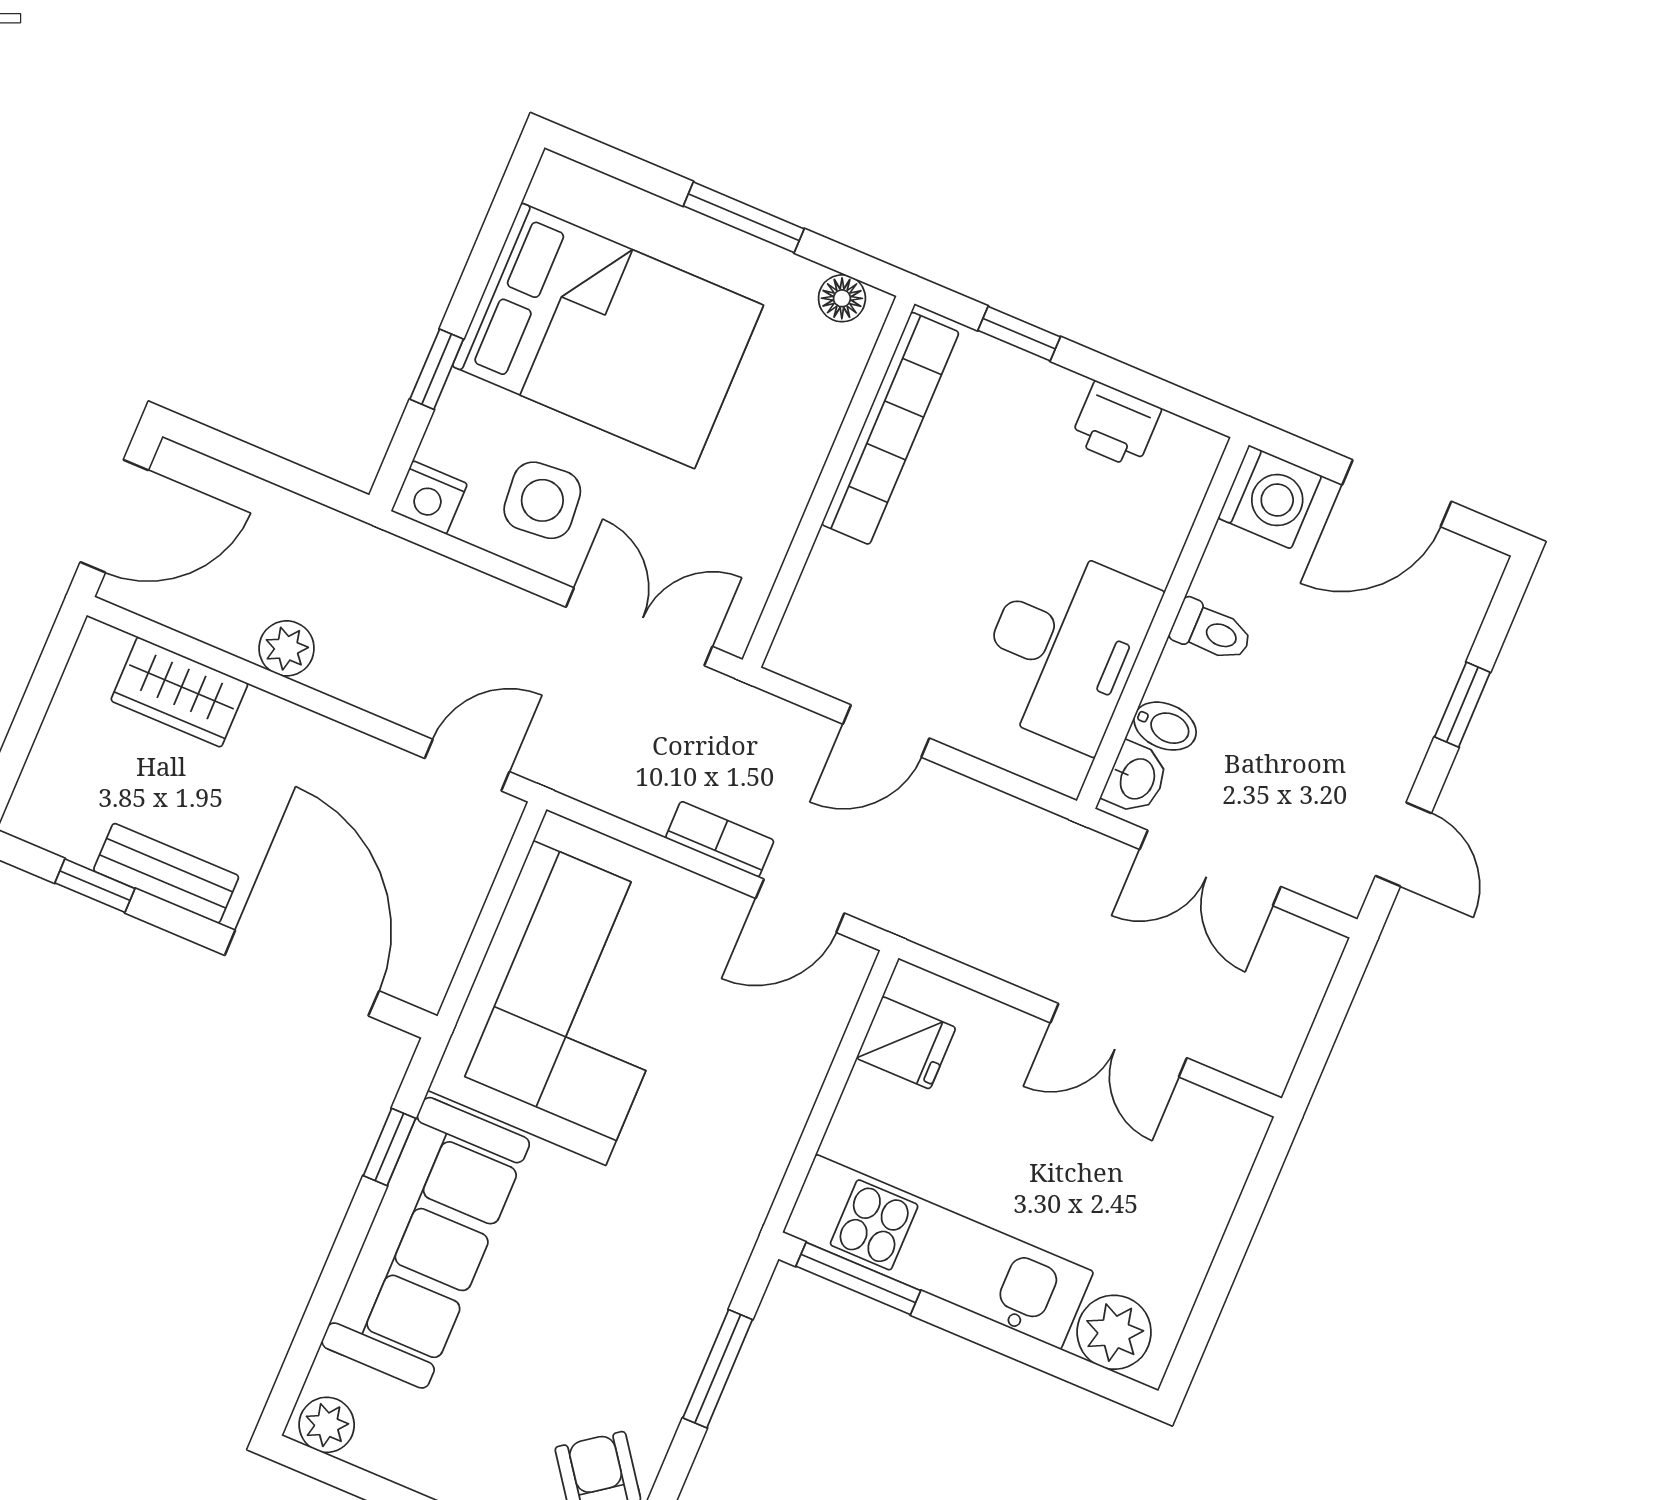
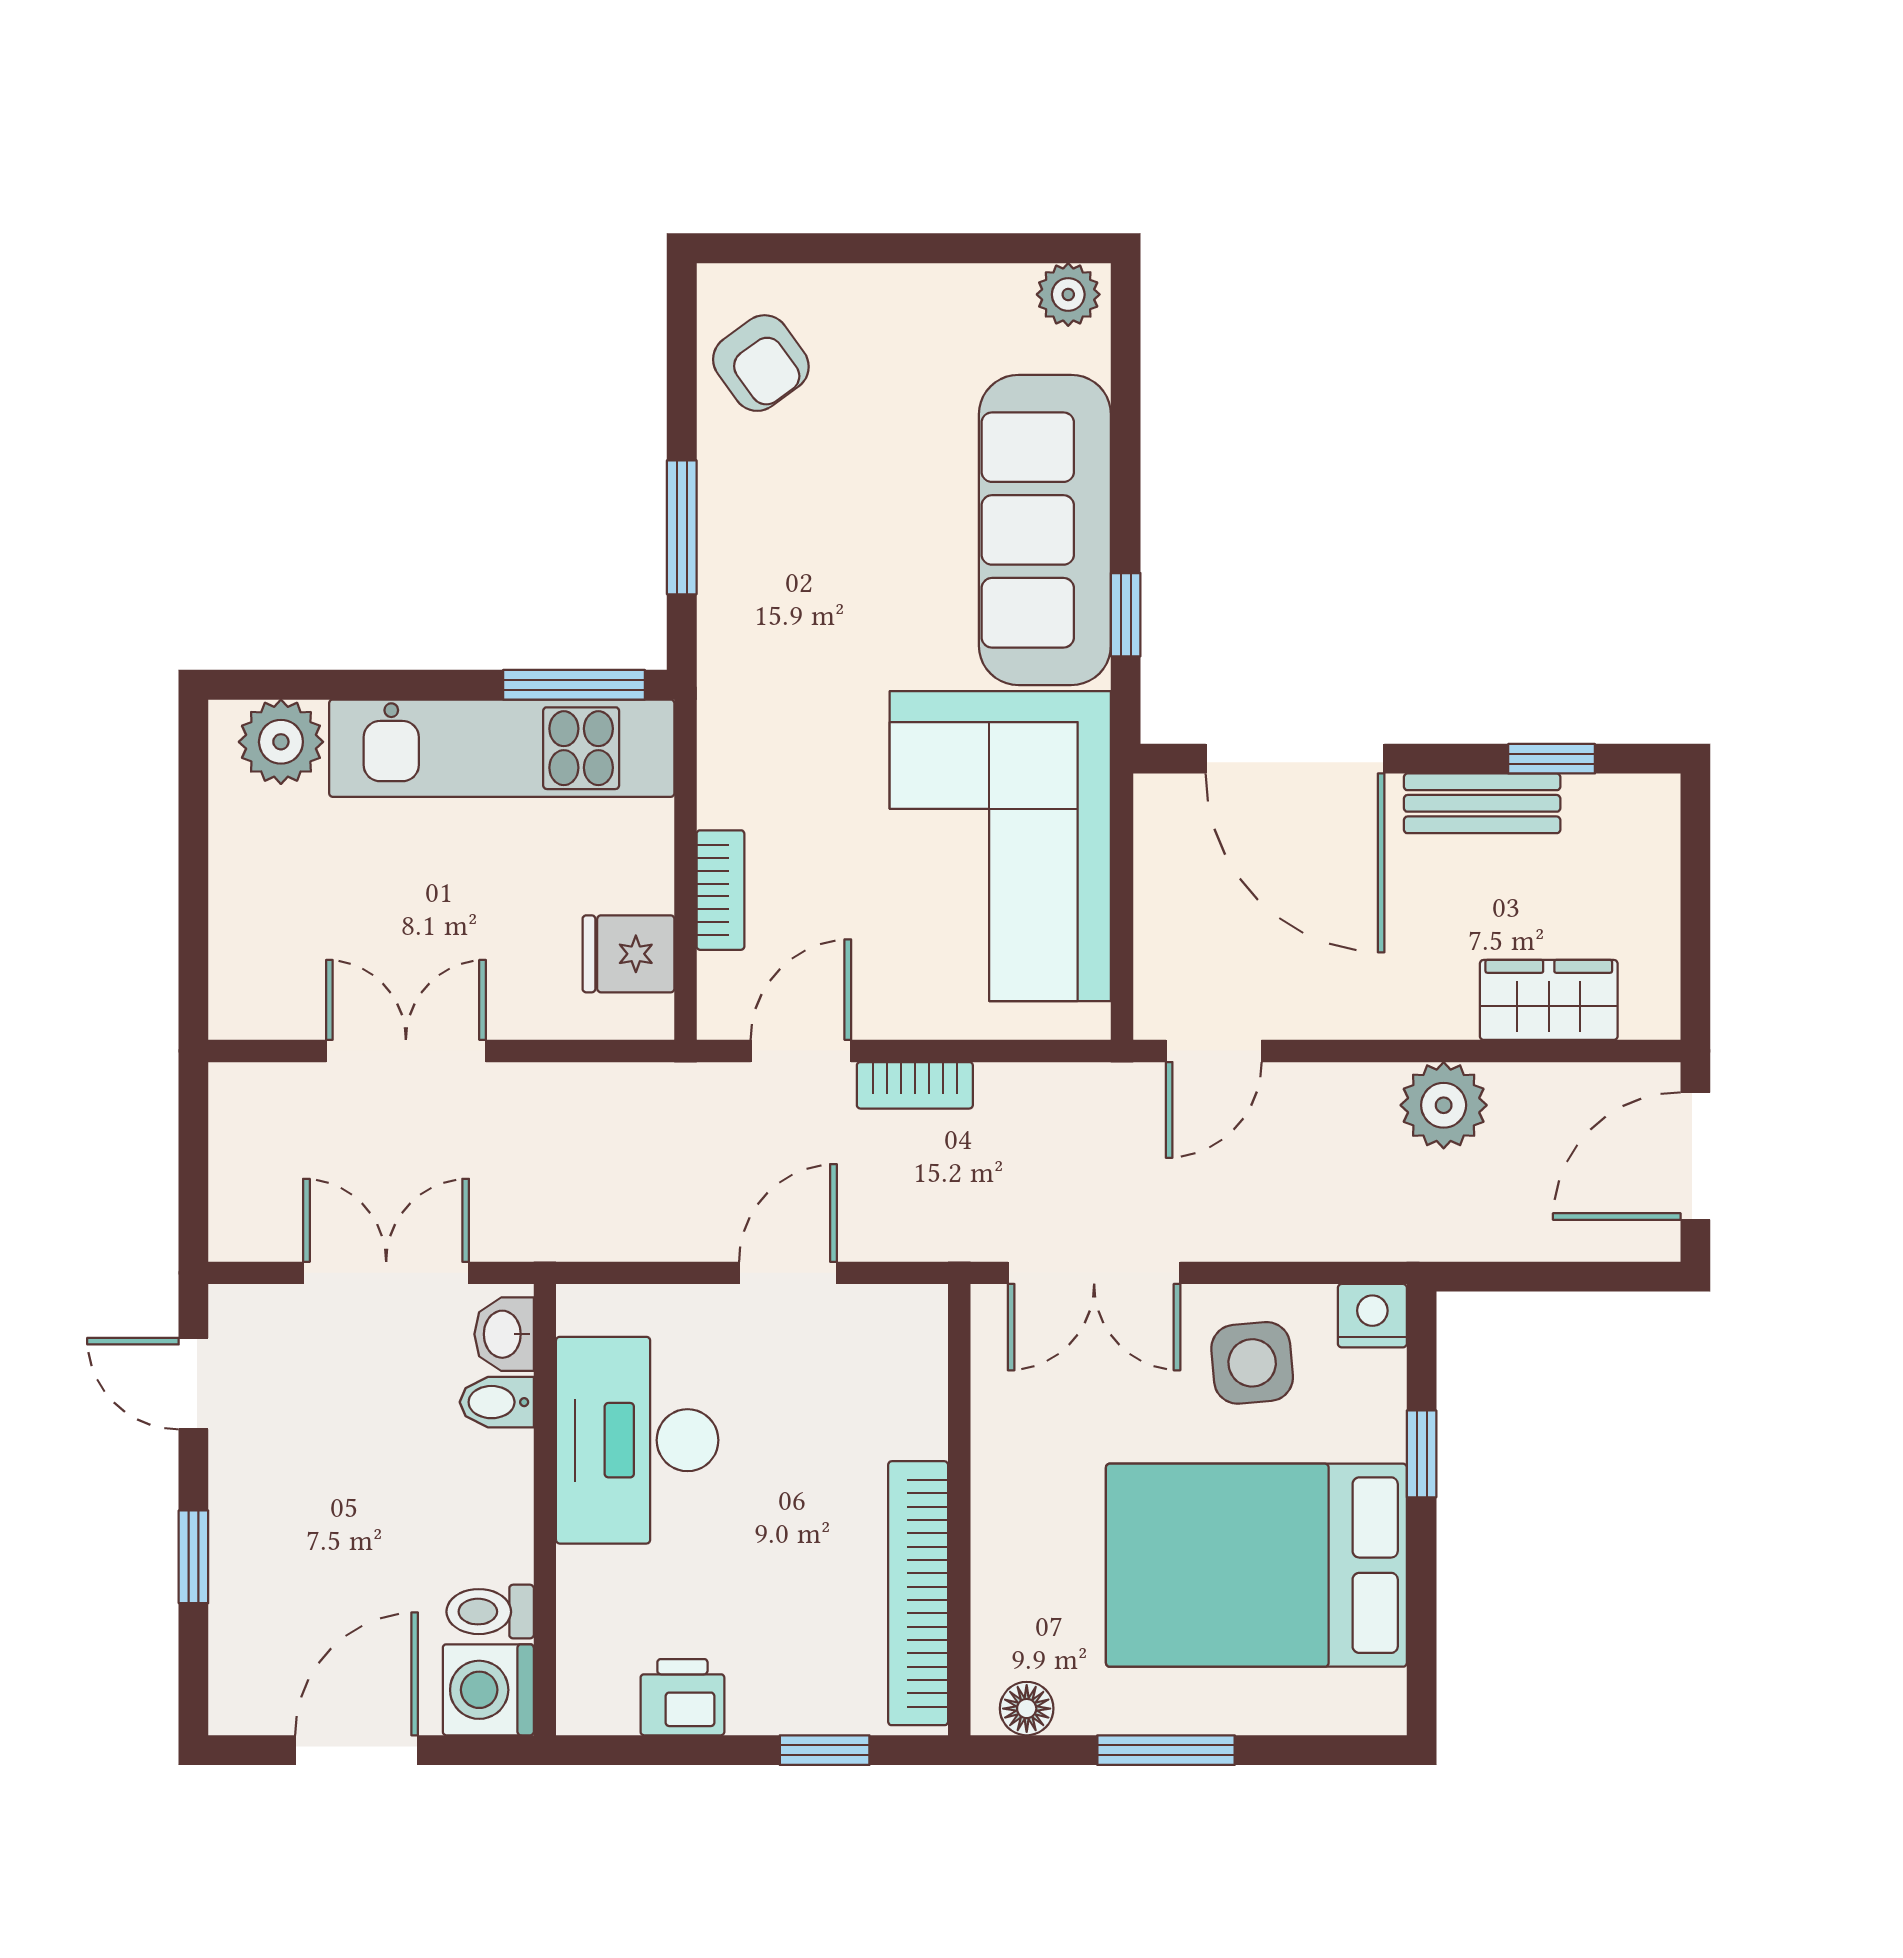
toilet: (1211, 631) -> (490, 1612), moved
plant: (287, 648) -> (1444, 1105), width x1.38, depth x1.38
bookcase: (810, 1063) -> (720, 890), added

